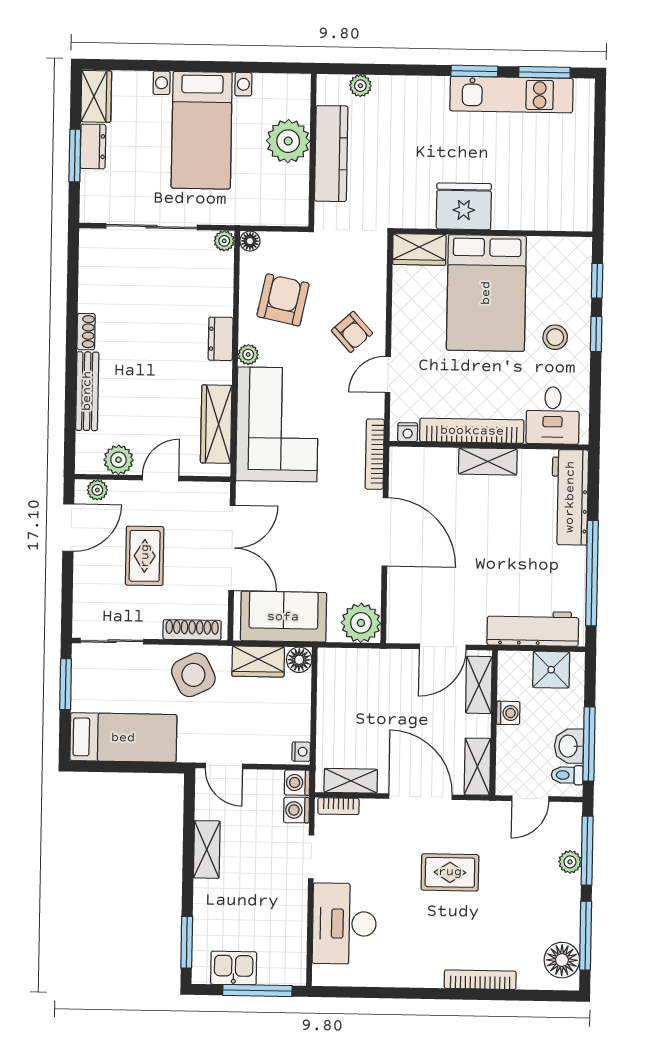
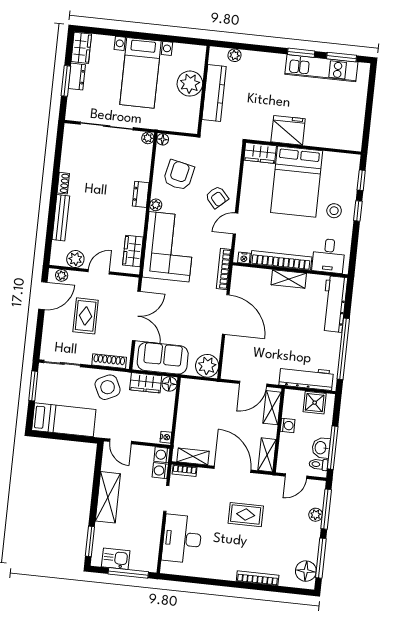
wardrobe: (216, 424) -> (133, 251), width x0.67
shelving: (207, 849) -> (108, 497), width x1.50, depth x1.33

